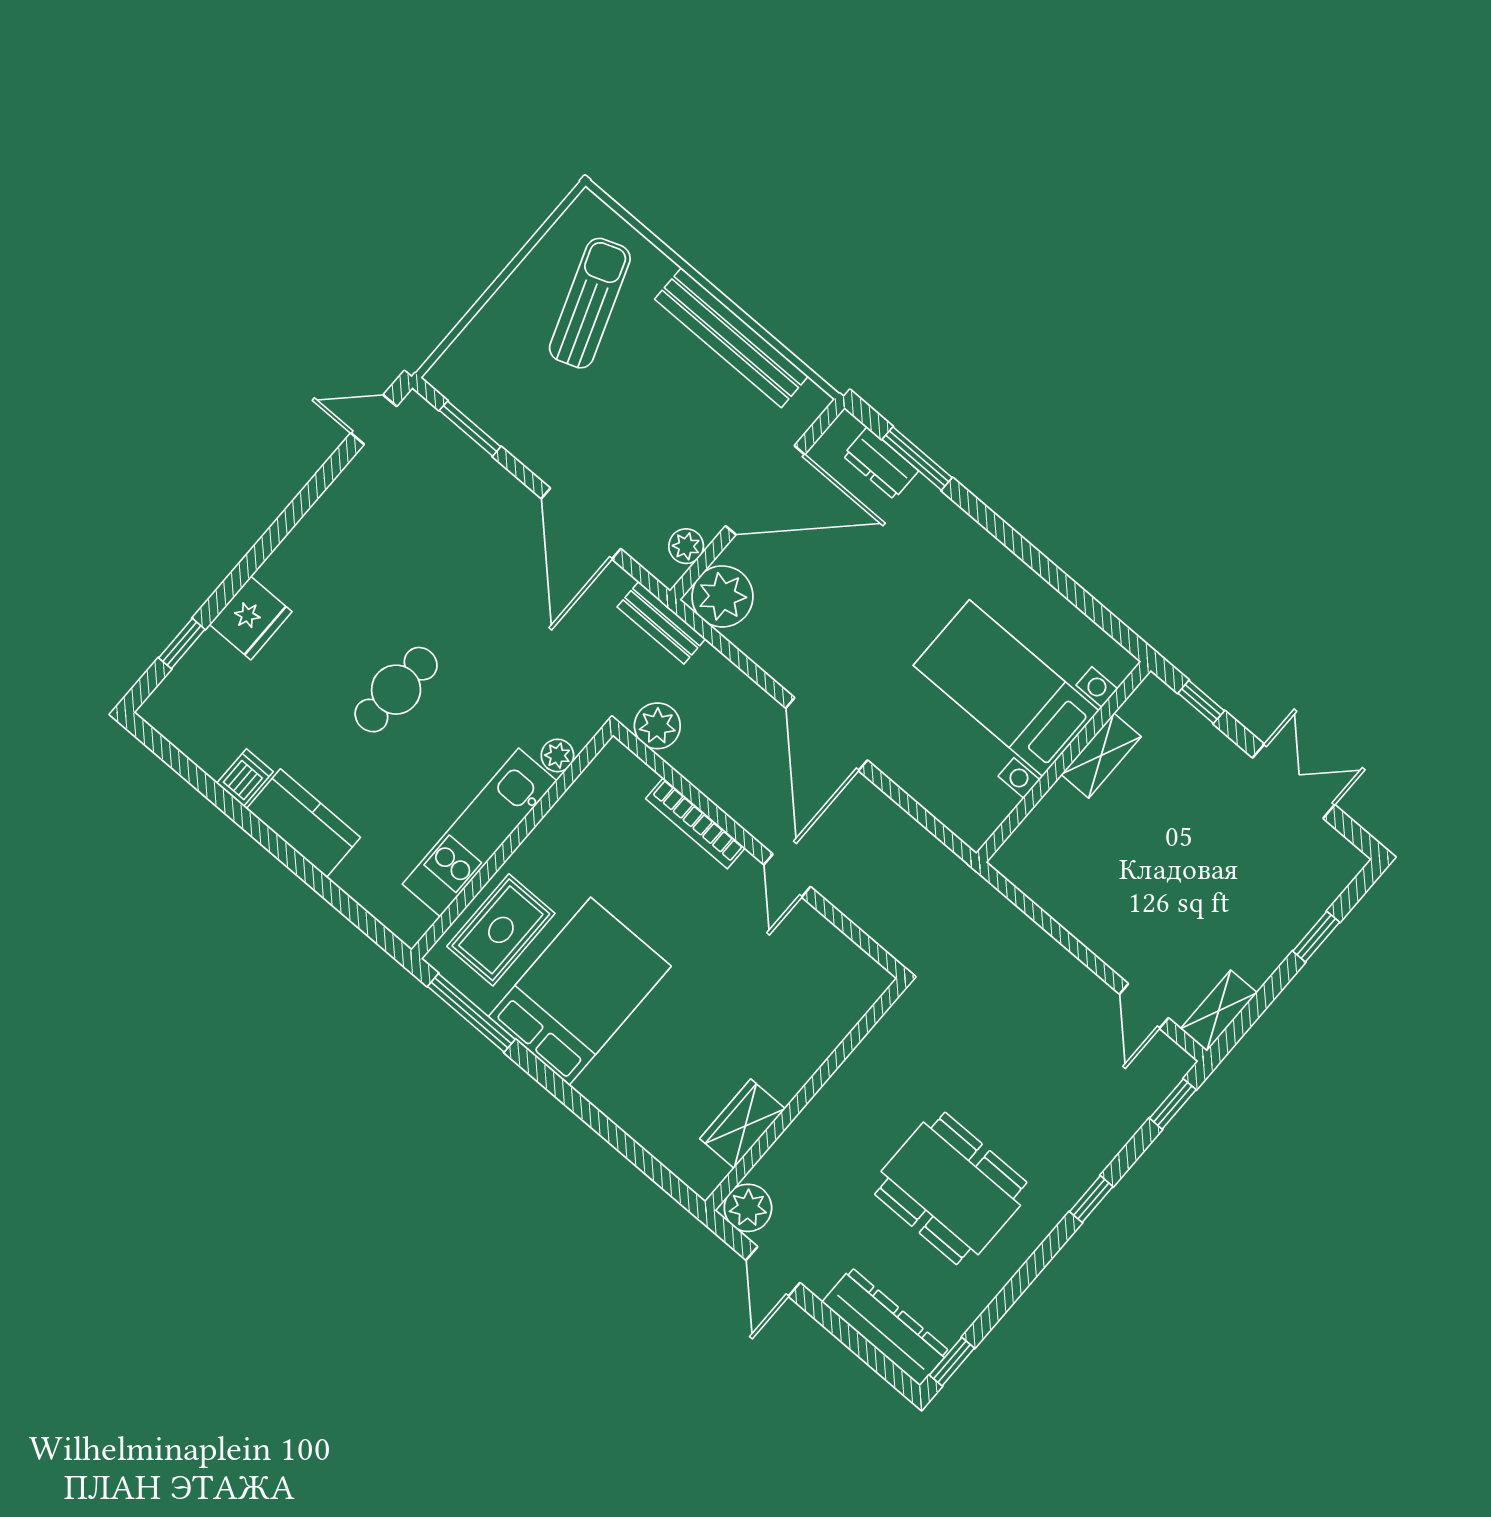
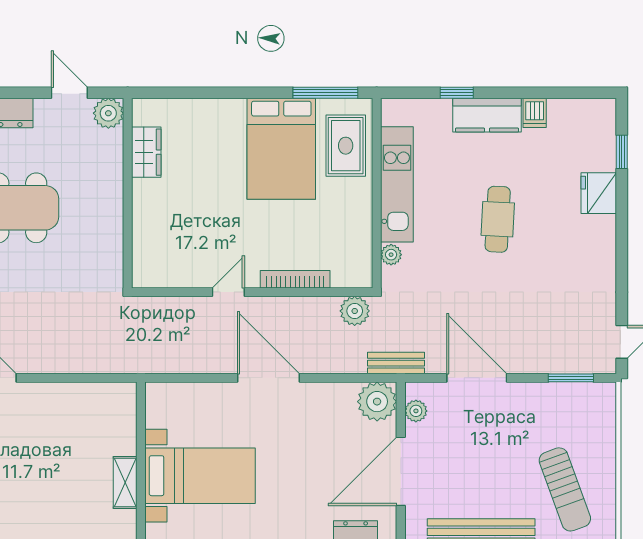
door: (787, 876) -> (228, 292), hinge flipped
window: (316, 880) -> (457, 93), added

